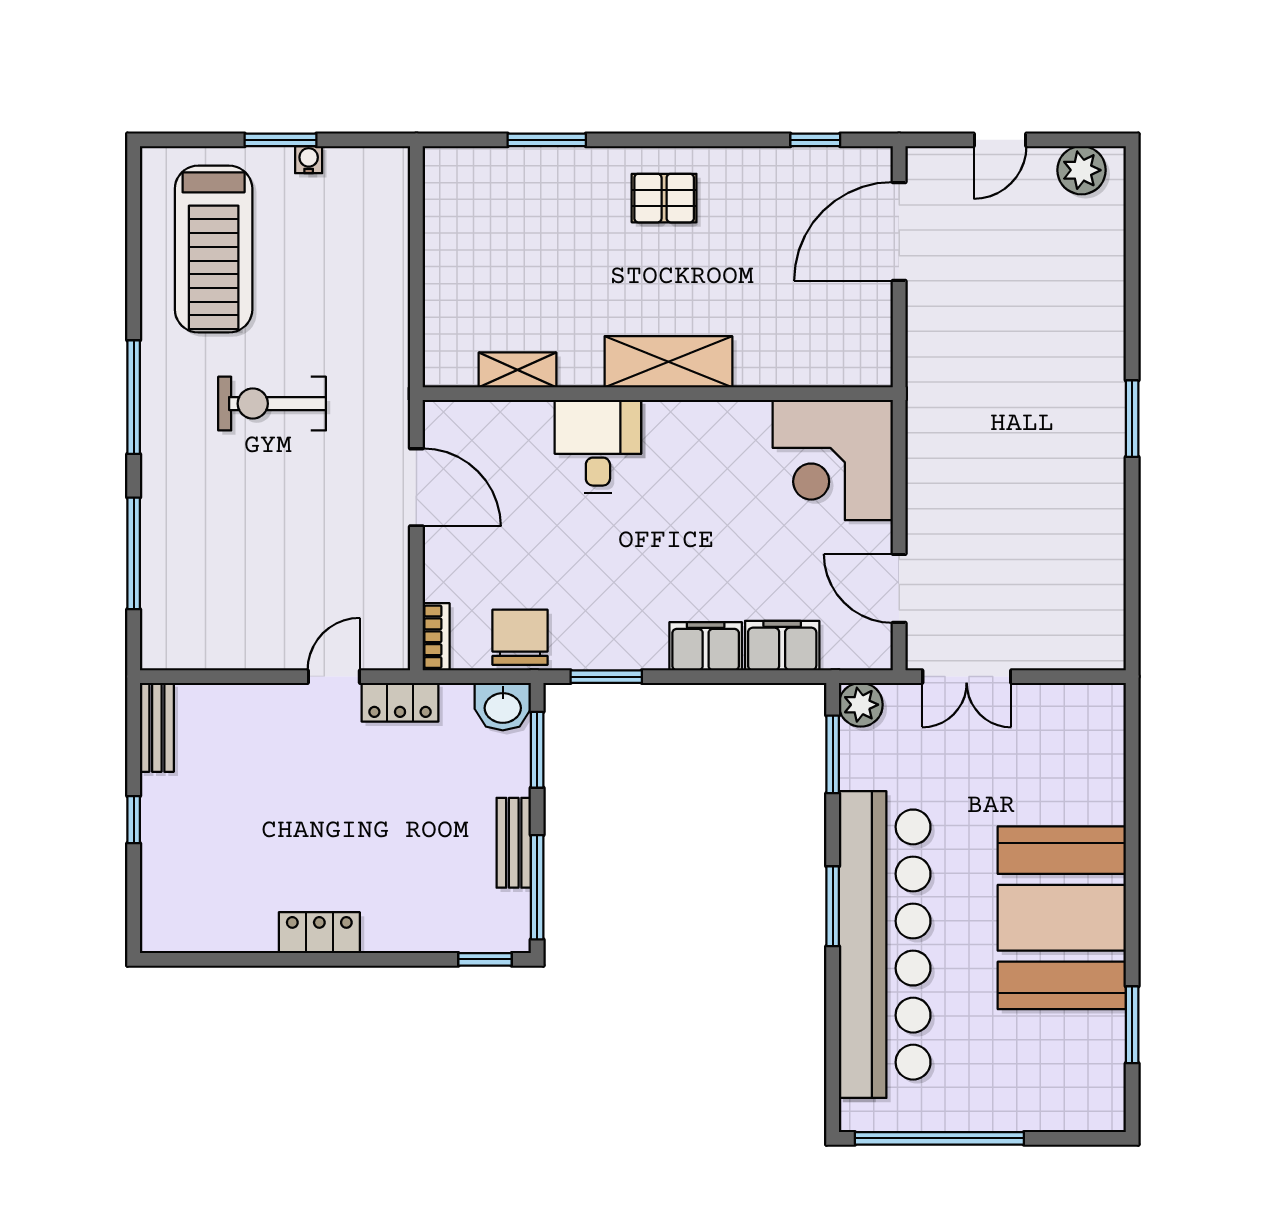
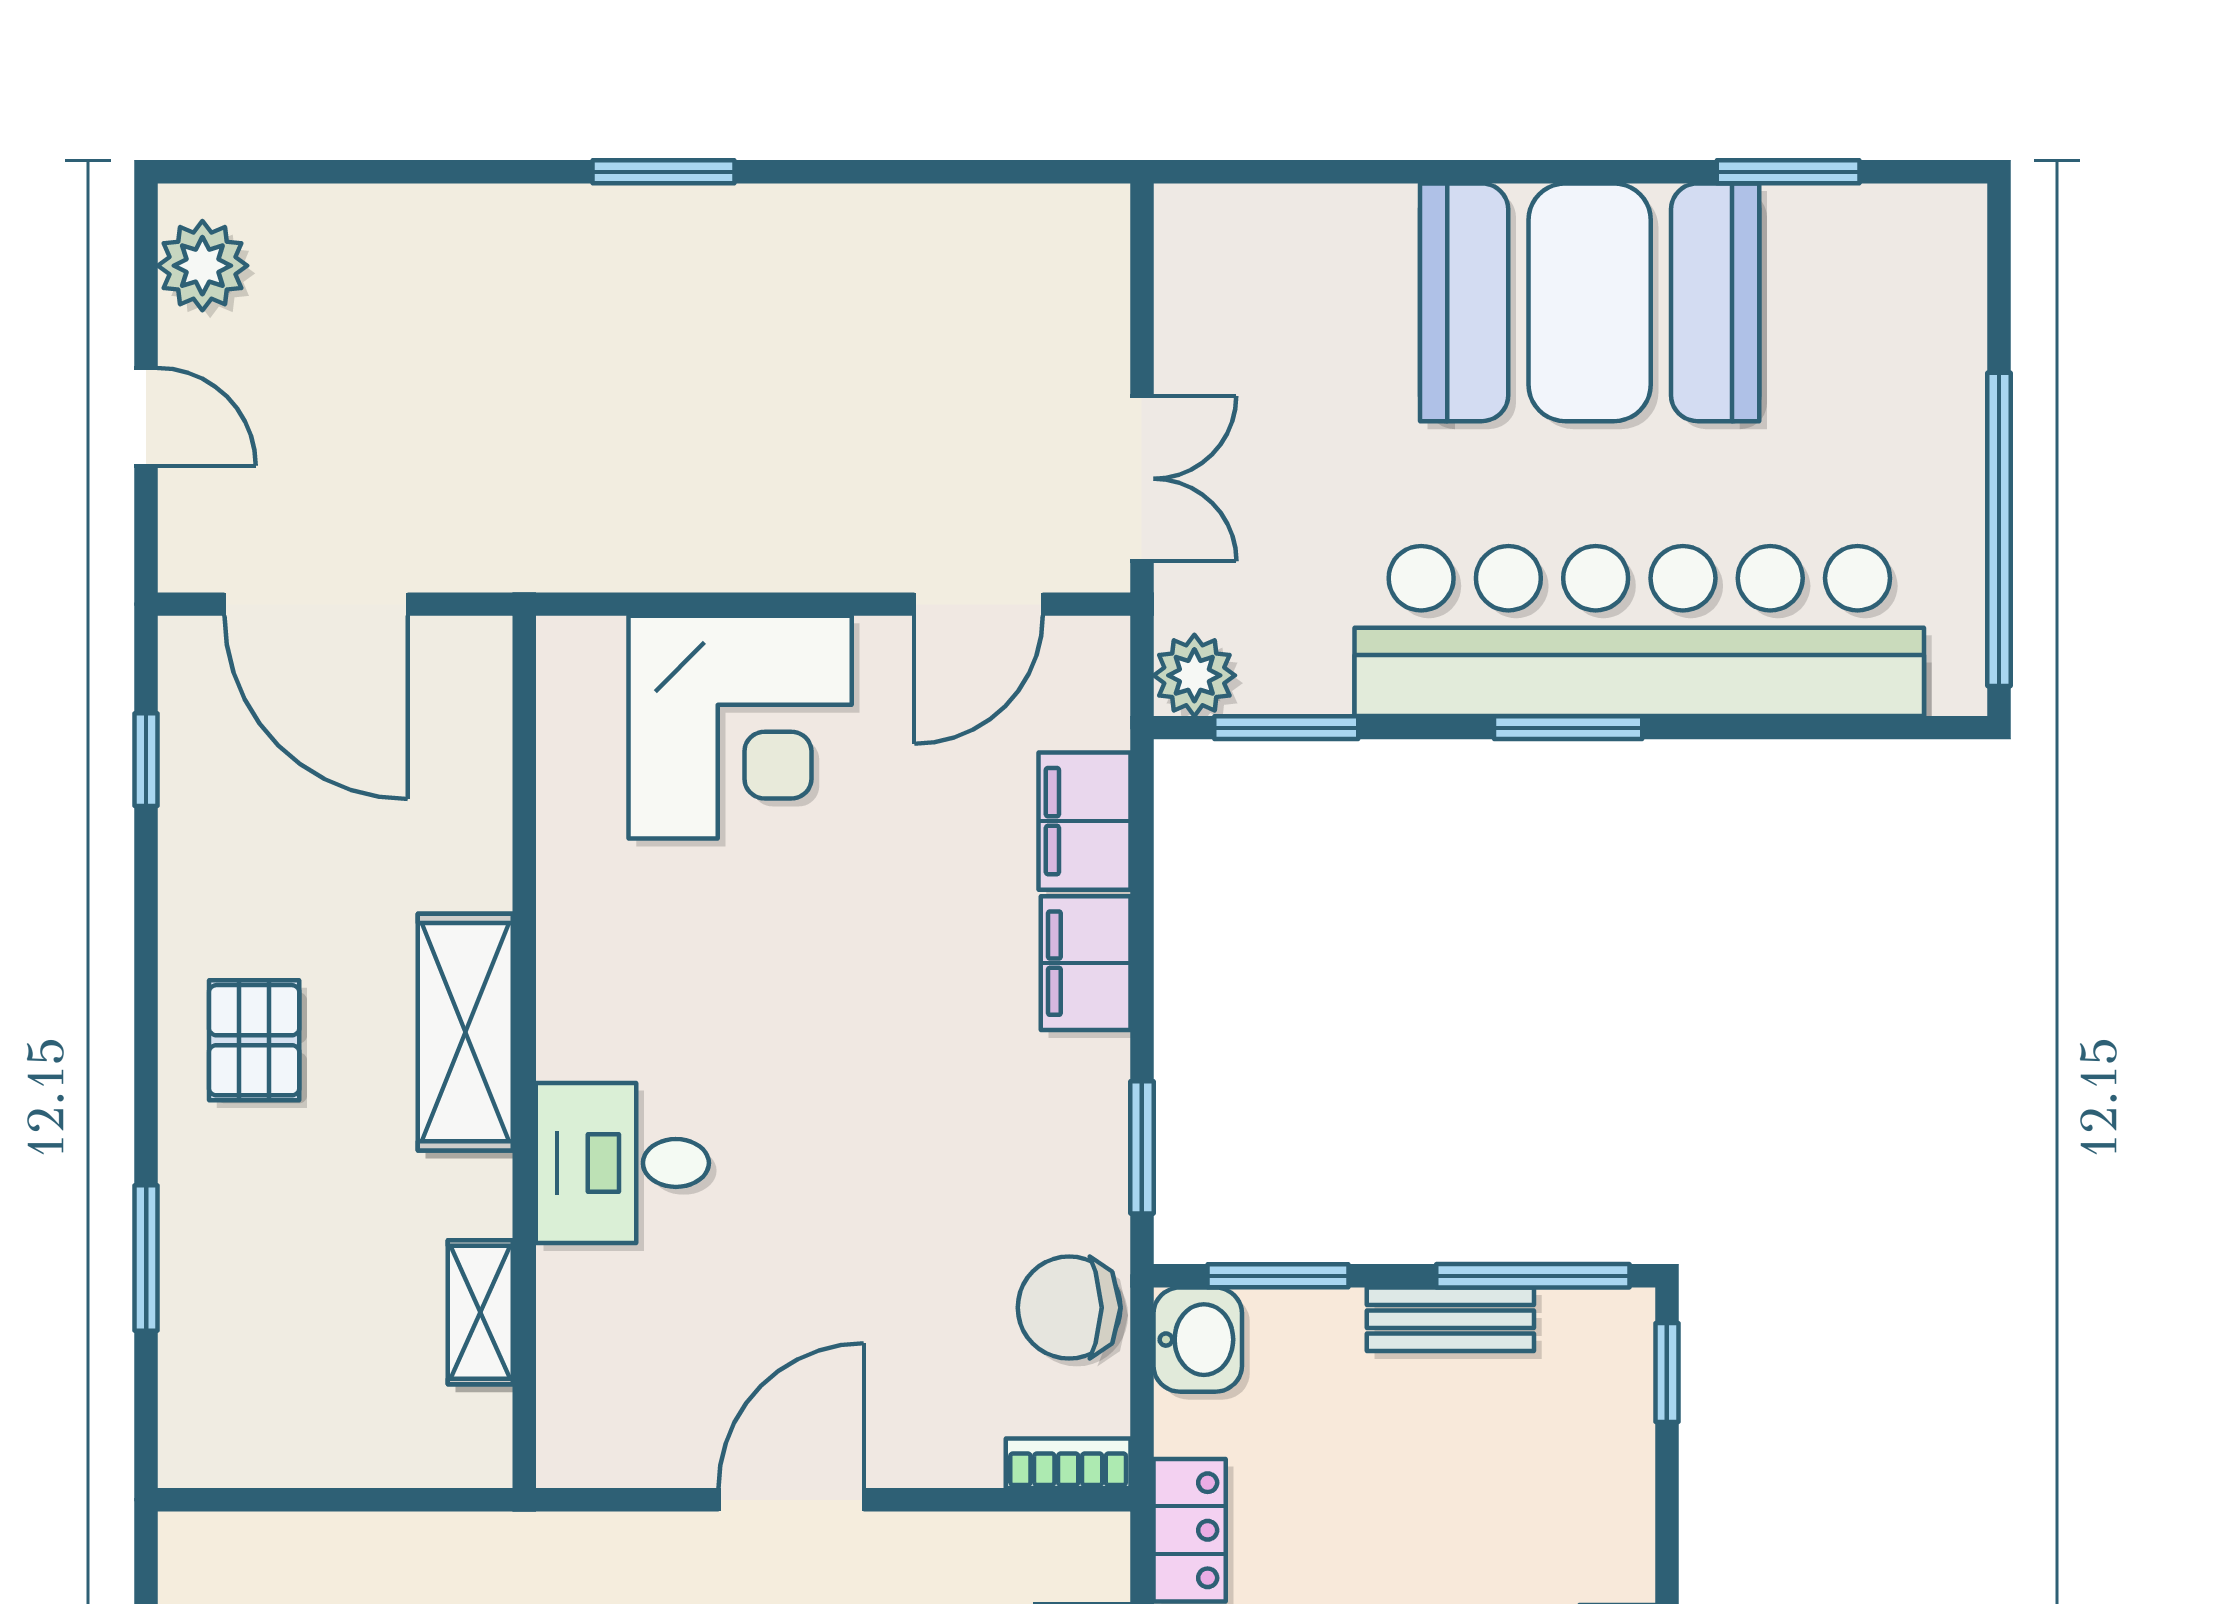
shelving: (668, 362) -> (465, 1032), moved
shelving: (518, 370) -> (480, 1312), moved
wall: (658, 394) -> (524, 1052), moved
desk: (598, 446) -> (622, 1163), moved

